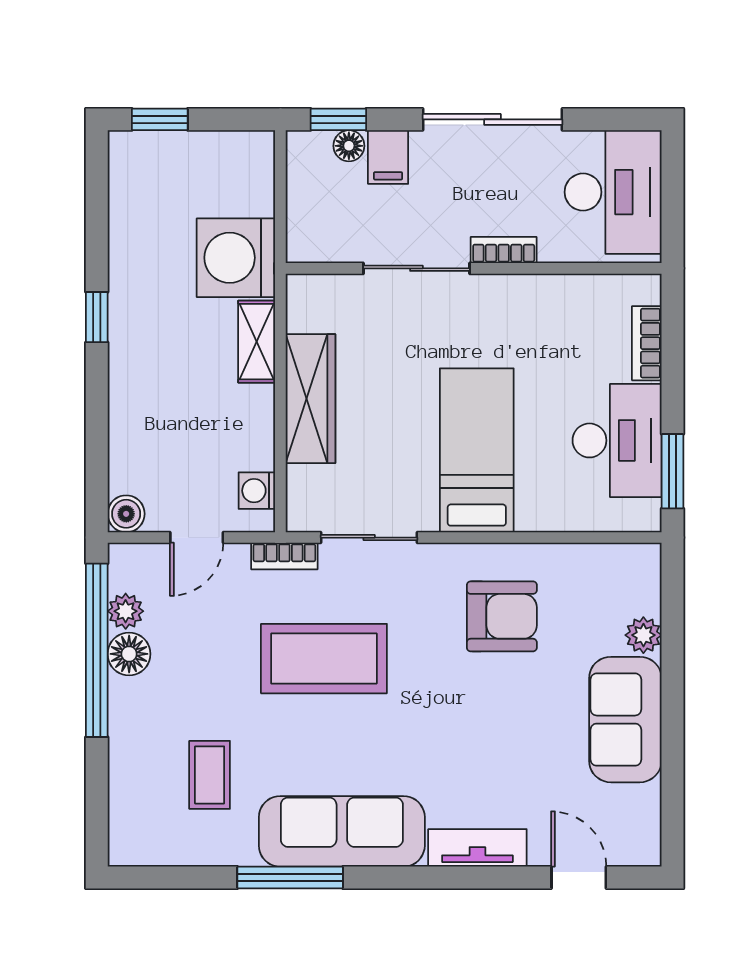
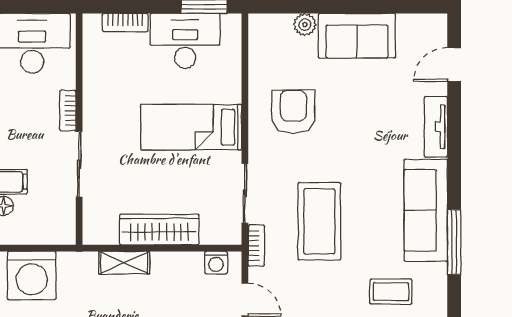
washing machine: (236, 258) -> (32, 275), moved

